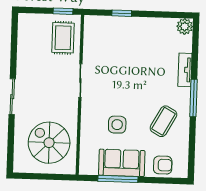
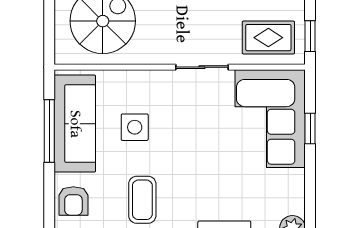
corner sofa: (115, 38) -> (270, 119), added
coffee table: (163, 121) -> (142, 200), turned 61
sofa: (122, 163) -> (75, 124), width x1.36

